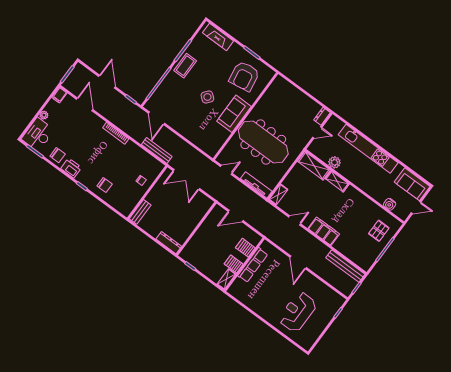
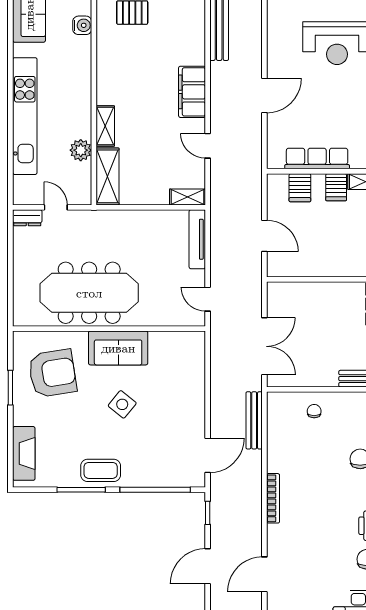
meeting table: (263, 142) -> (89, 293), moved, turned 90

